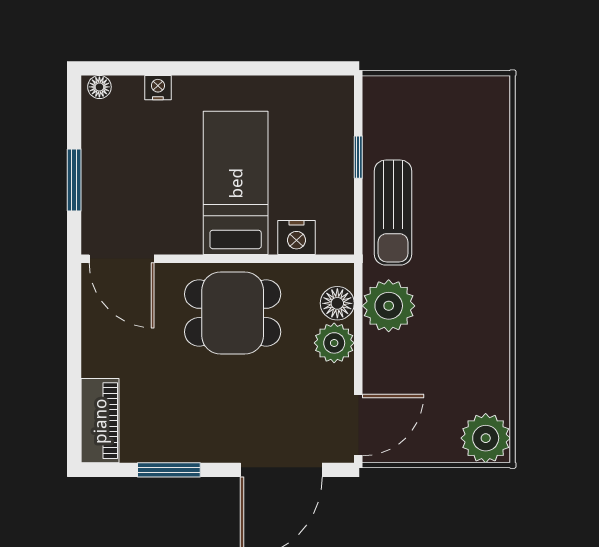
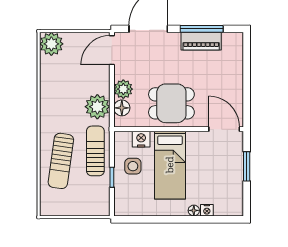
floor lamp: (99, 87) -> (194, 210), moved
side table: (314, 180) -> (133, 166), added
sun lounger: (466, 191) -> (61, 161), added
piano: (100, 421) -> (201, 41), moved, turned -90
window: (169, 470) -> (202, 29), width x1.44

